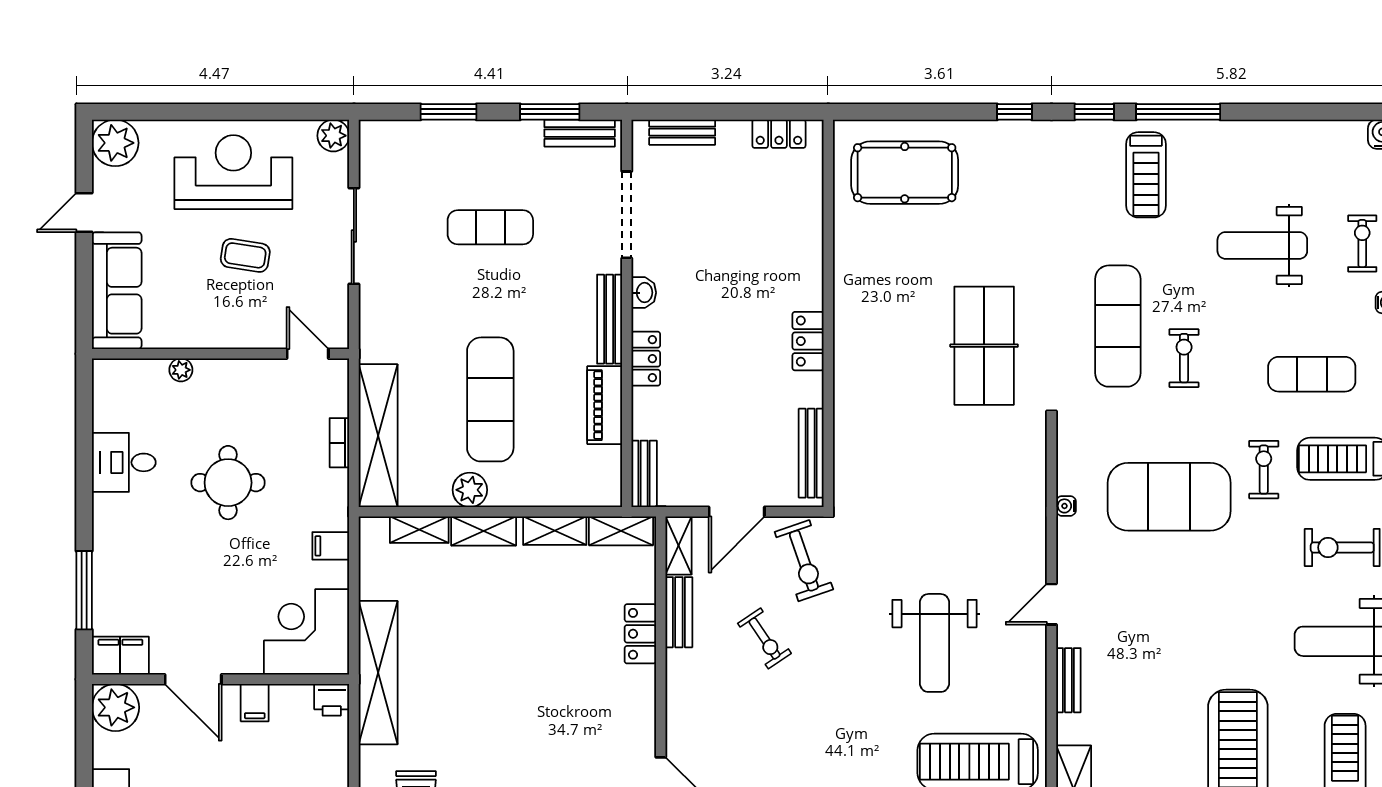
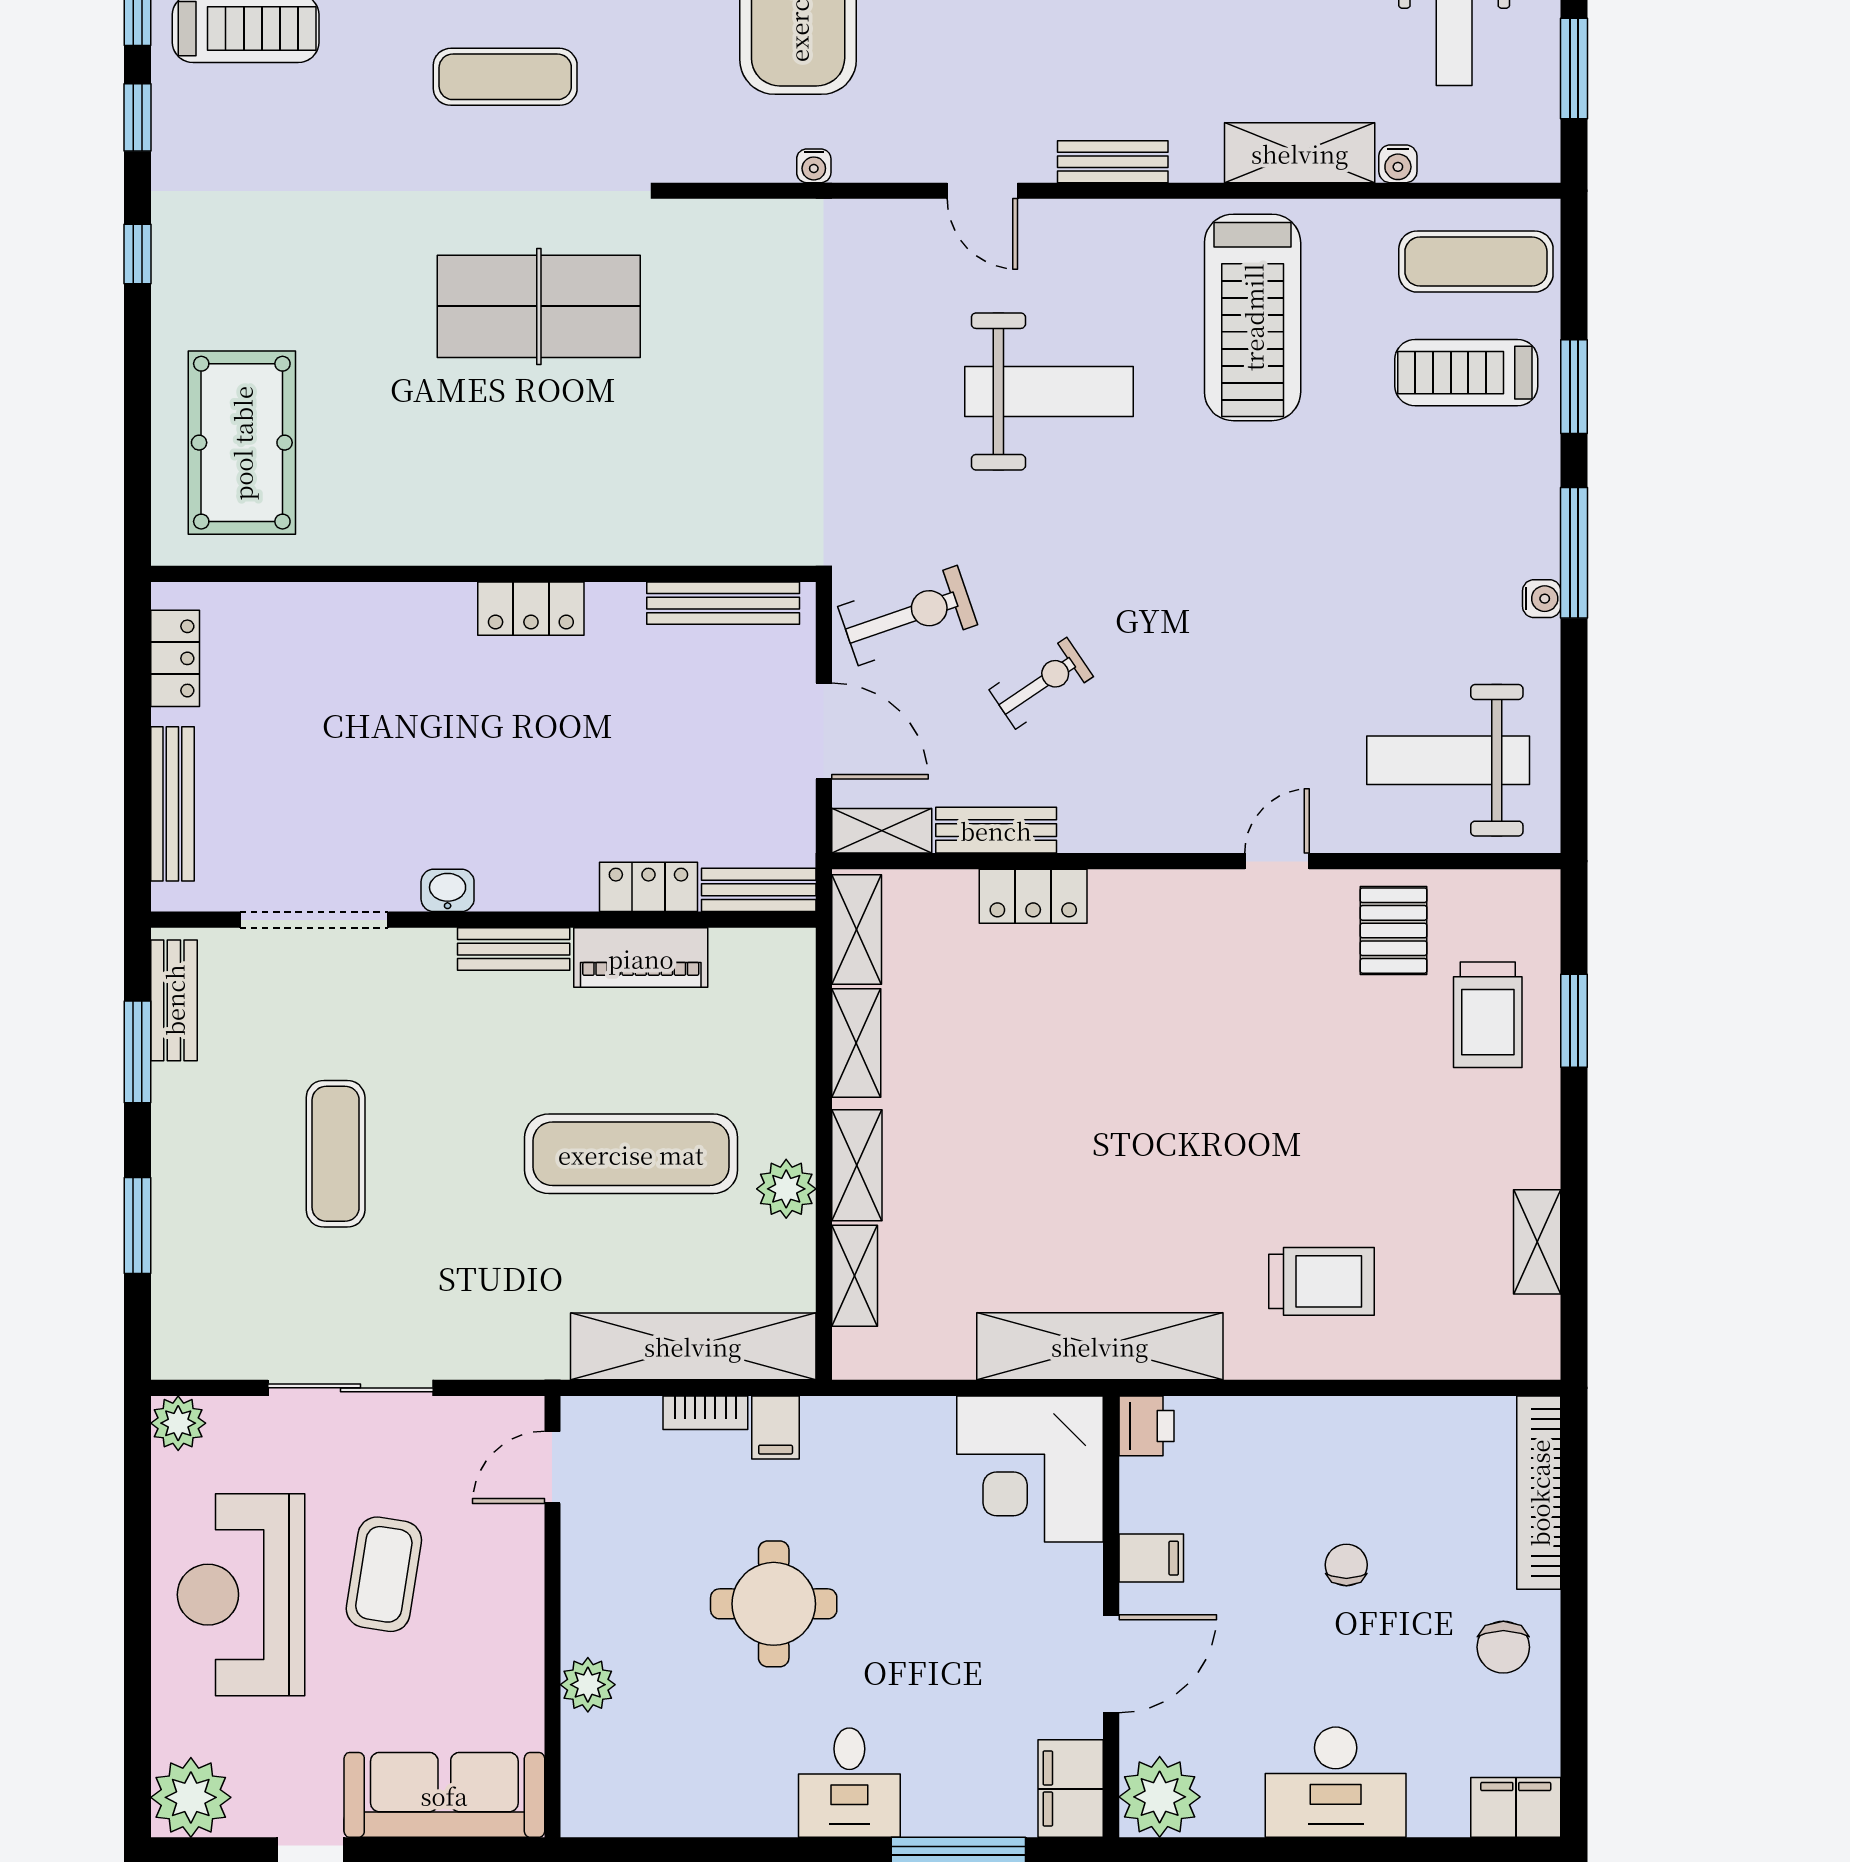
bench: (682, 132) -> (172, 804), width x1.36
coffee table: (245, 255) -> (384, 1574), width x1.36, depth x1.30
bench: (610, 319) -> (514, 949), width x0.73
exercise mat: (1118, 326) -> (505, 77), width x0.73, depth x0.69
locker: (646, 359) -> (648, 887), moved
plant: (181, 370) -> (588, 1685), width x1.38, depth x1.38
desk: (124, 462) -> (849, 1783), moved
filing cabinet: (331, 546) -> (776, 1427), moved

